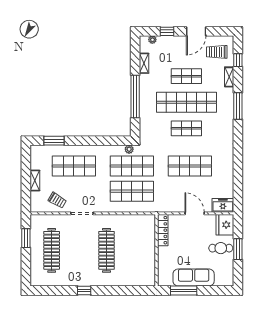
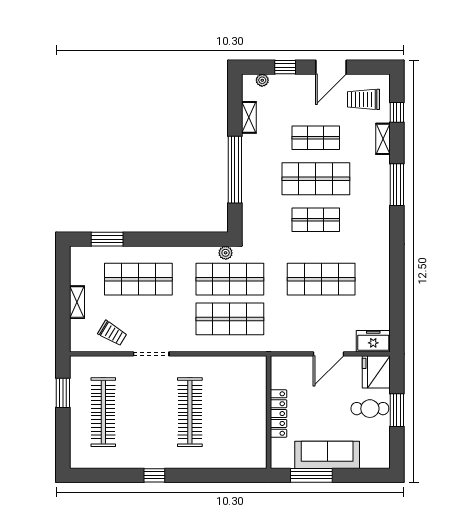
shop shelf: (186, 102) -> (316, 179), width x0.71
door: (195, 213) -> (329, 354), swing flipped
locker: (163, 230) -> (278, 414), moved

